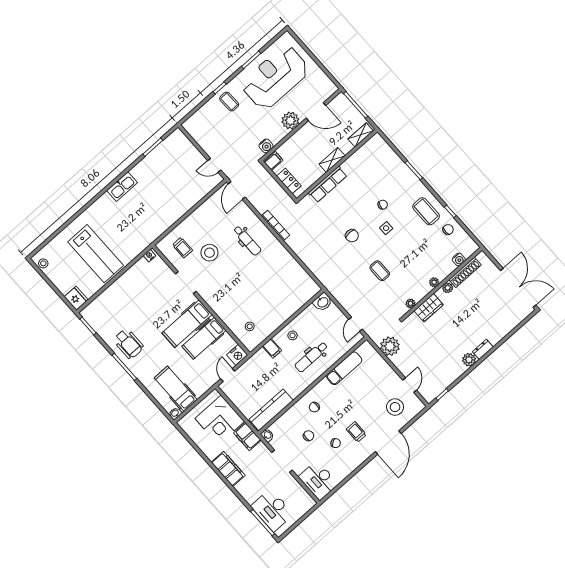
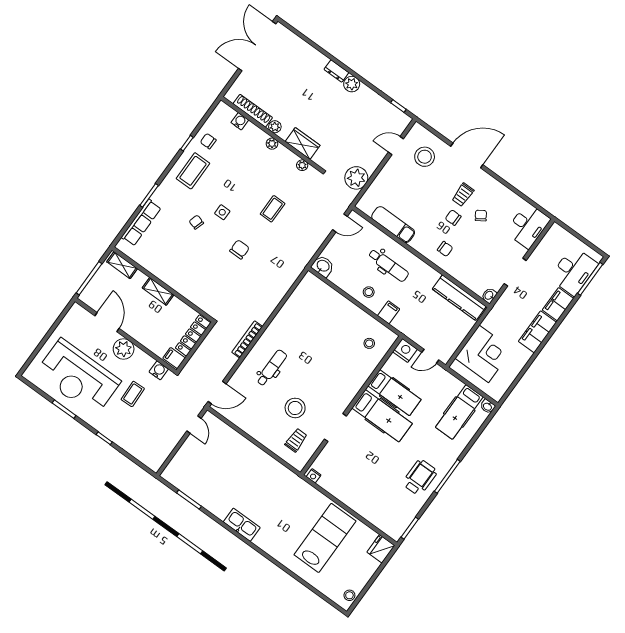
coffee table: (229, 102) -> (133, 394), moved
locker: (289, 181) -> (193, 335), width x1.53
row of seats: (328, 184) -> (141, 223), moved, turned 90
chair: (309, 436) -> (453, 218), moved
filing cabinet: (247, 437) -> (558, 304), moved, turned 180

